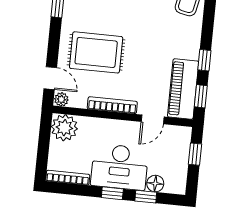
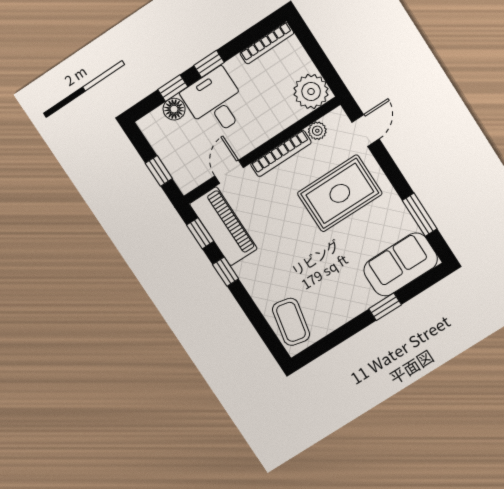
door: (50, 78) -> (366, 130), swing flipped
plant: (61, 99) -> (317, 131), moved
desk: (120, 167) -> (215, 102), width x0.73

